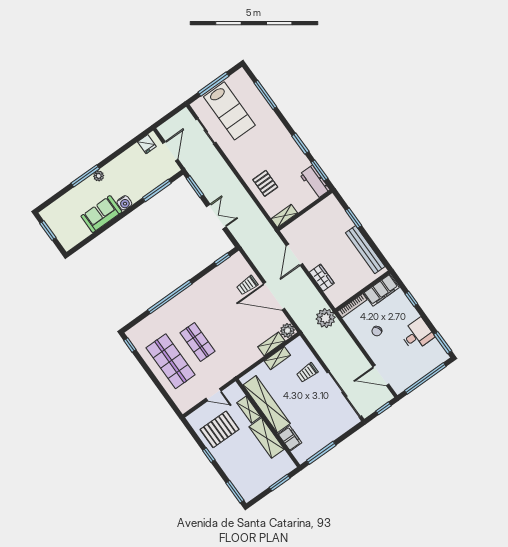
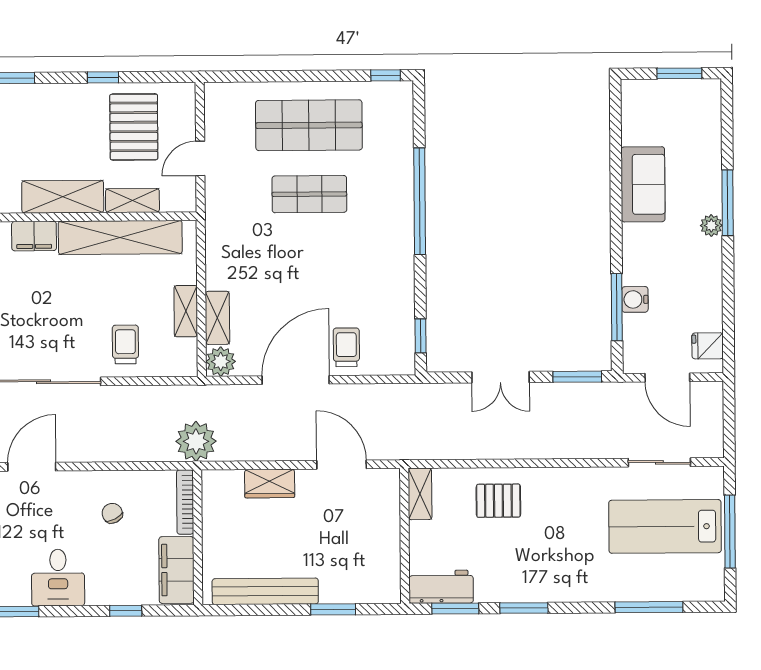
water cooler: (124, 203) -> (635, 299), moved

